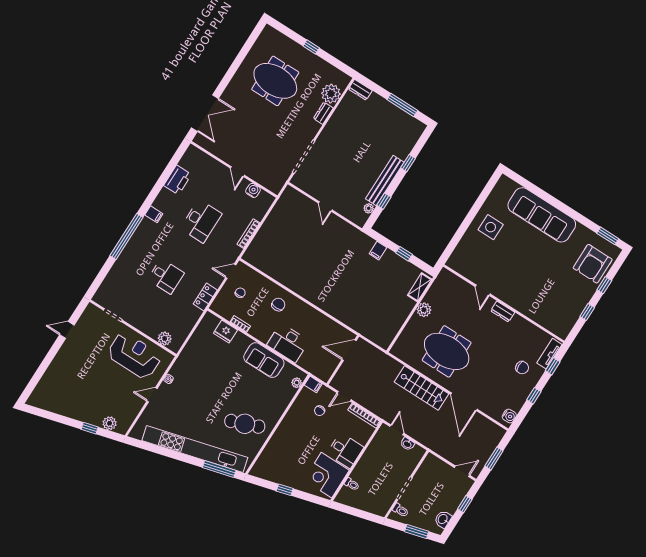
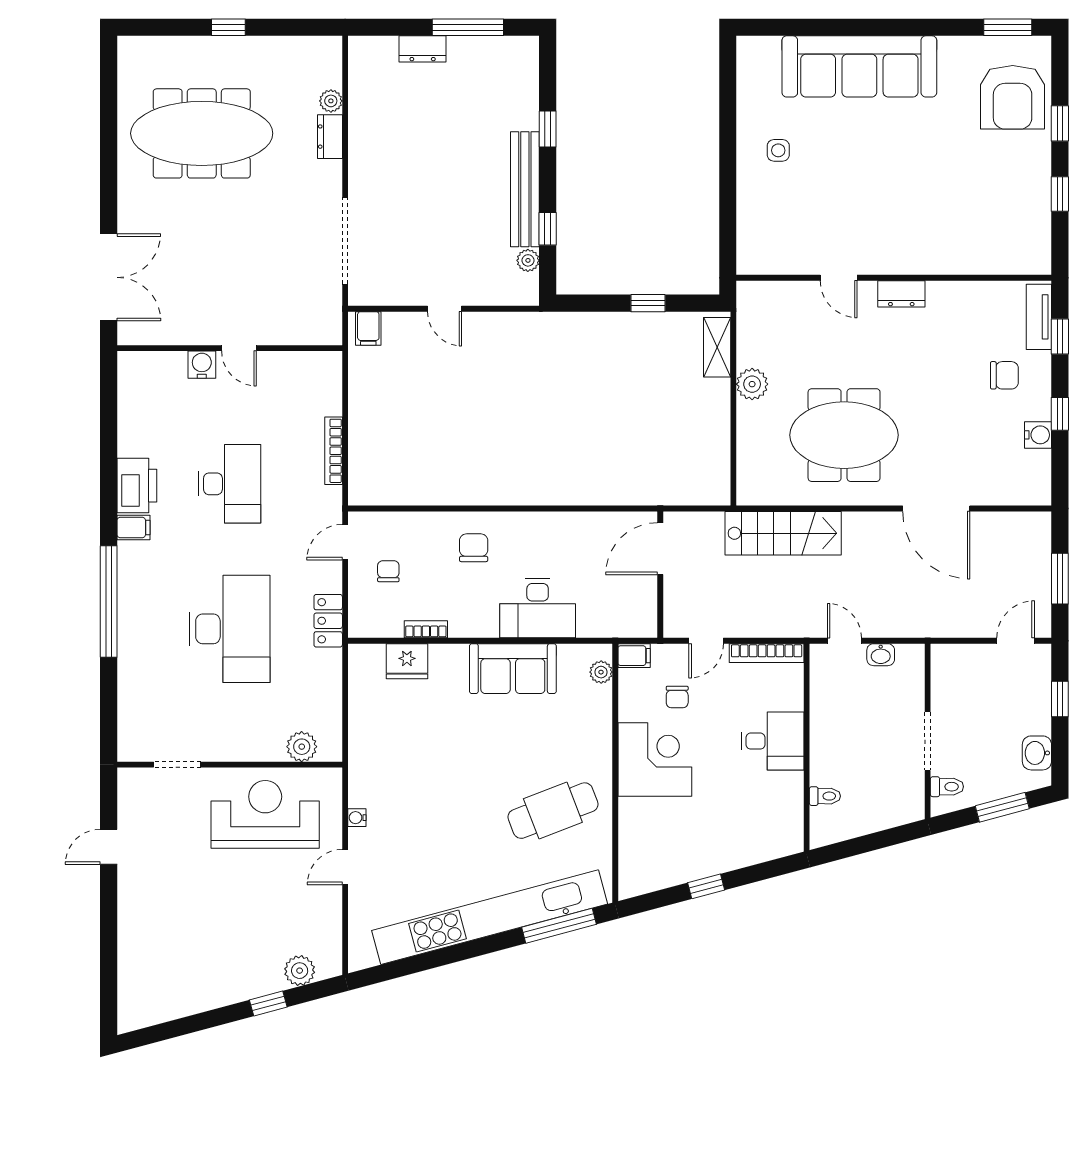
meeting table: (275, 81) -> (202, 133), width x1.36
dresser: (360, 90) -> (423, 49), moved
plant: (331, 94) -> (331, 101), width x0.53, depth x0.53
printer: (177, 180) -> (137, 486), moved
water cooler: (253, 190) -> (202, 365), moved
side table: (491, 227) -> (778, 150), width x0.54, depth x0.54
filing cabinet: (378, 251) -> (368, 328), moved
desk: (166, 276) -> (230, 629), width x1.87, depth x1.30
stairs: (421, 388) -> (783, 533), moved
water cooler: (509, 416) -> (1038, 435), moved
corner desk: (327, 475) -> (655, 760), moved, turned 180

